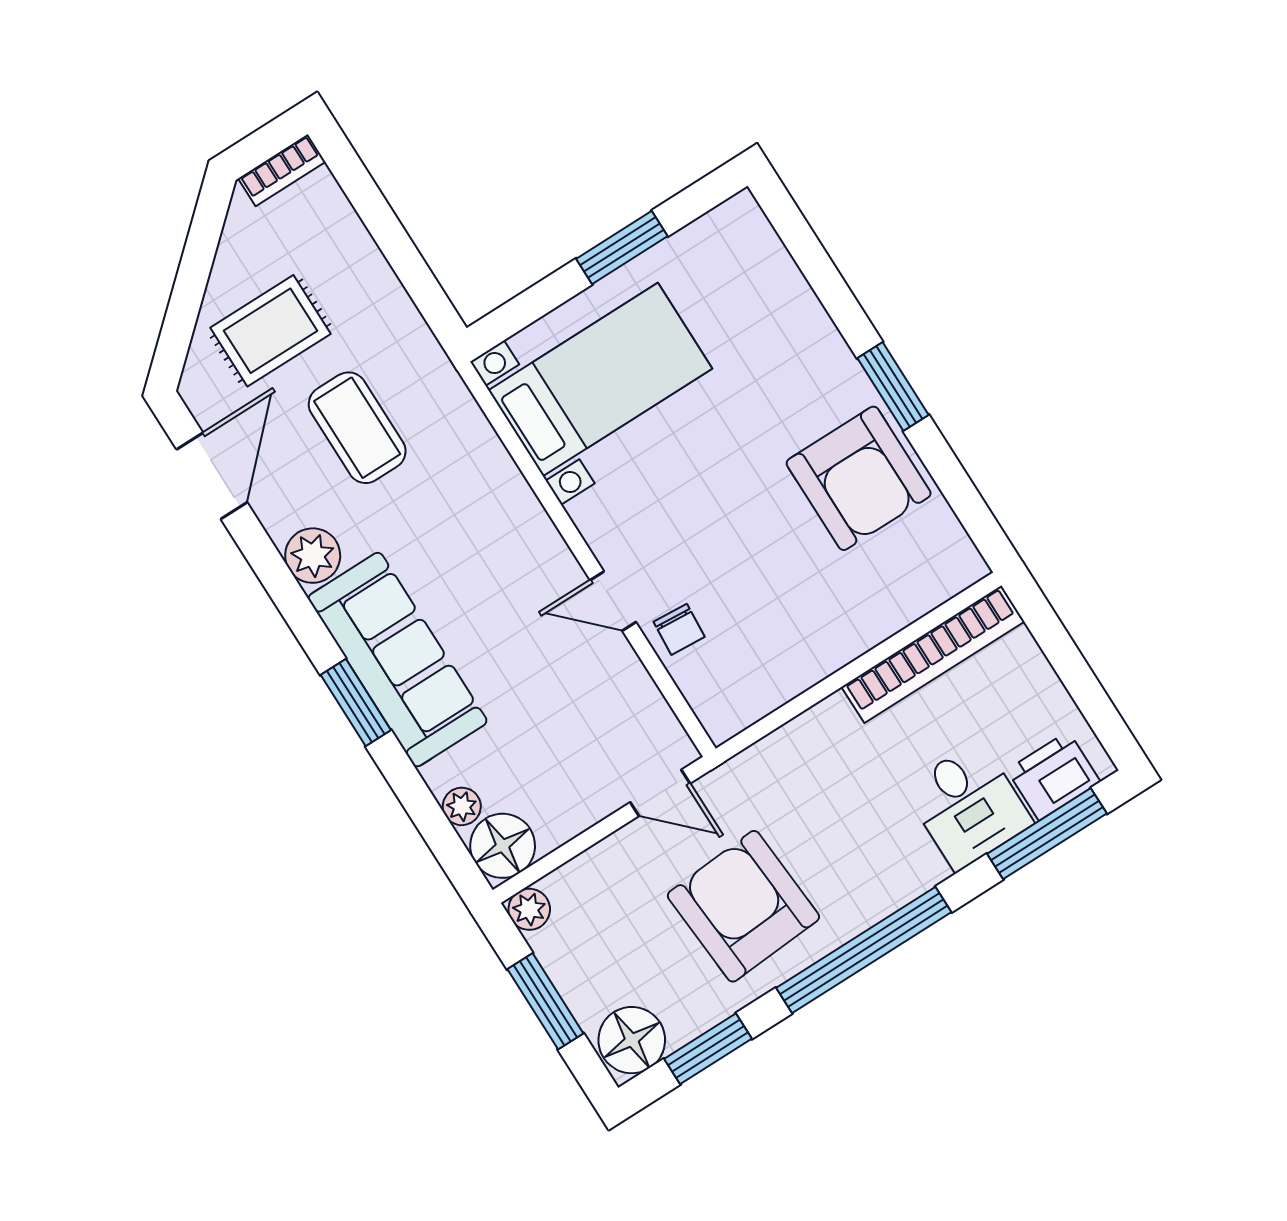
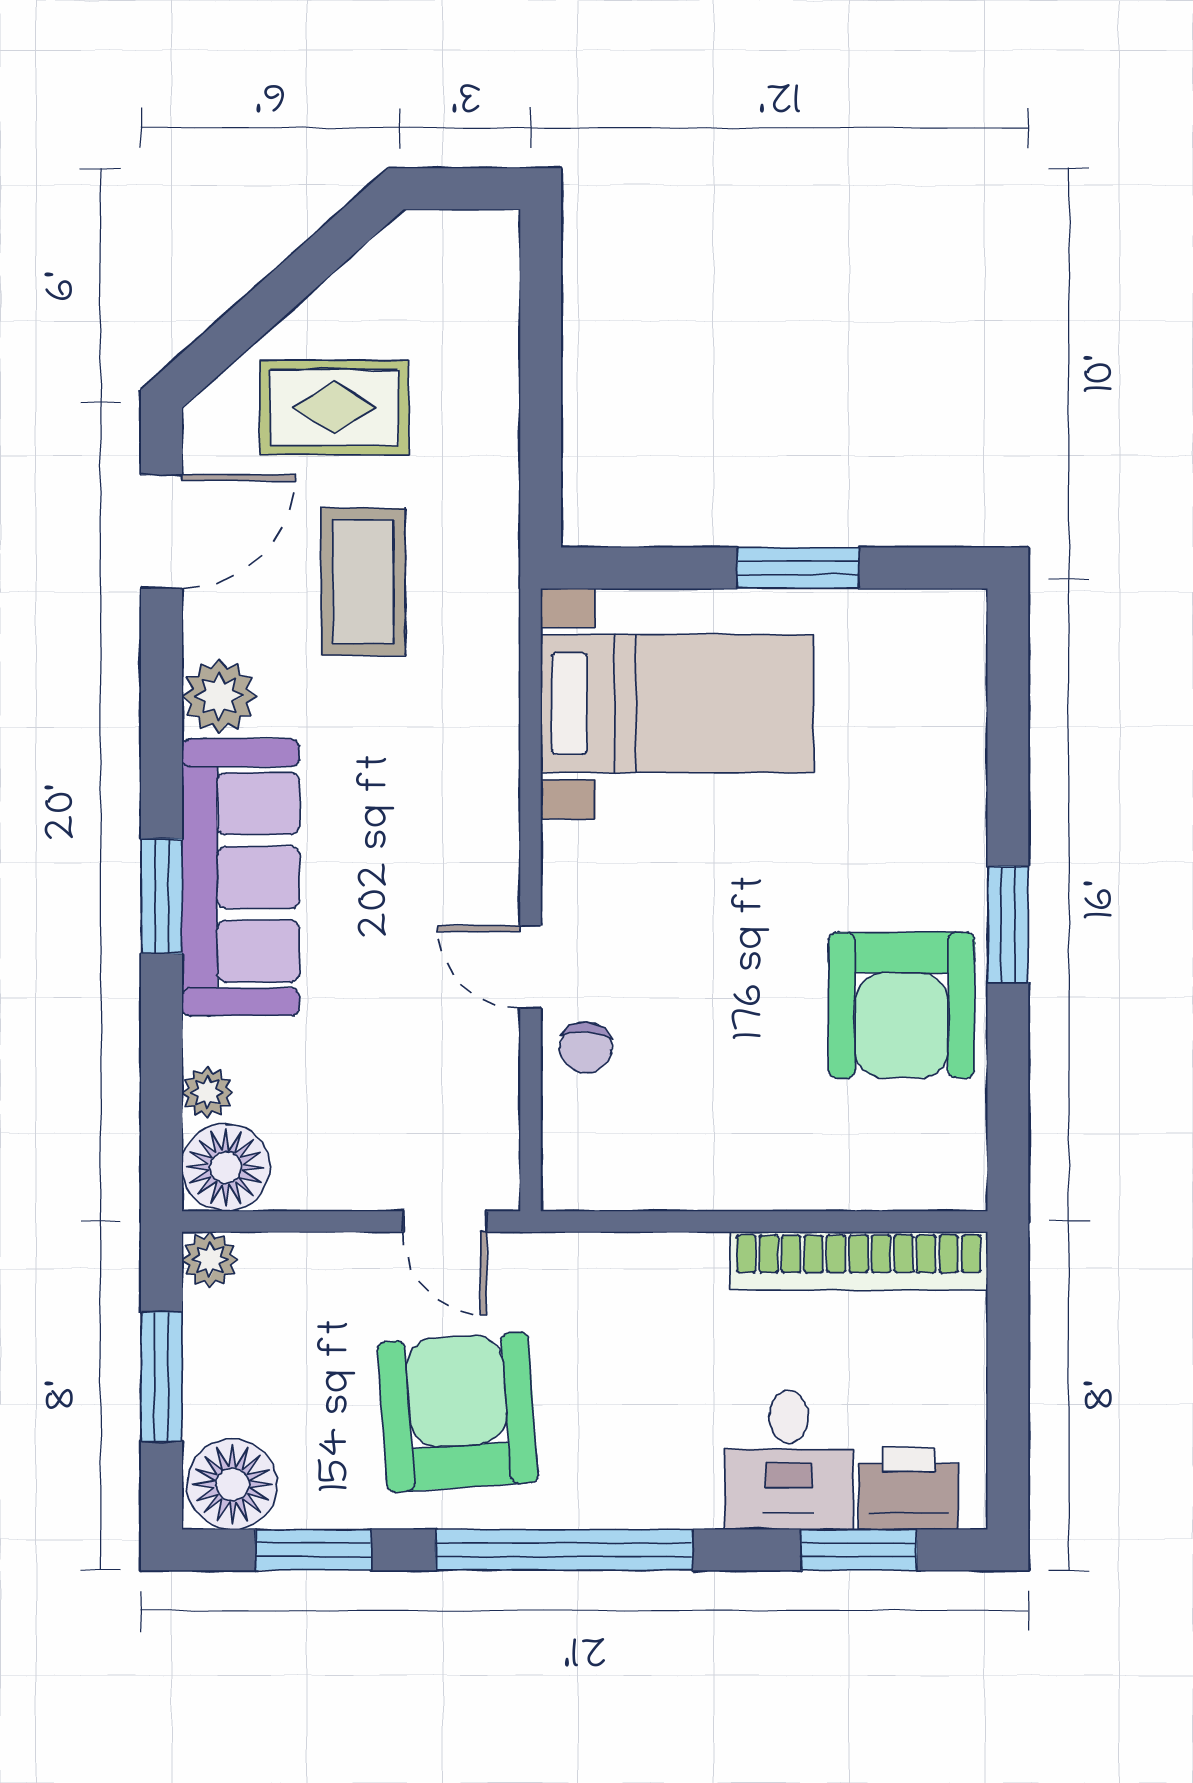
bookcase: (282, 170) -> (464, 232), removed
window: (1047, 834) -> (859, 1550), width x0.69

